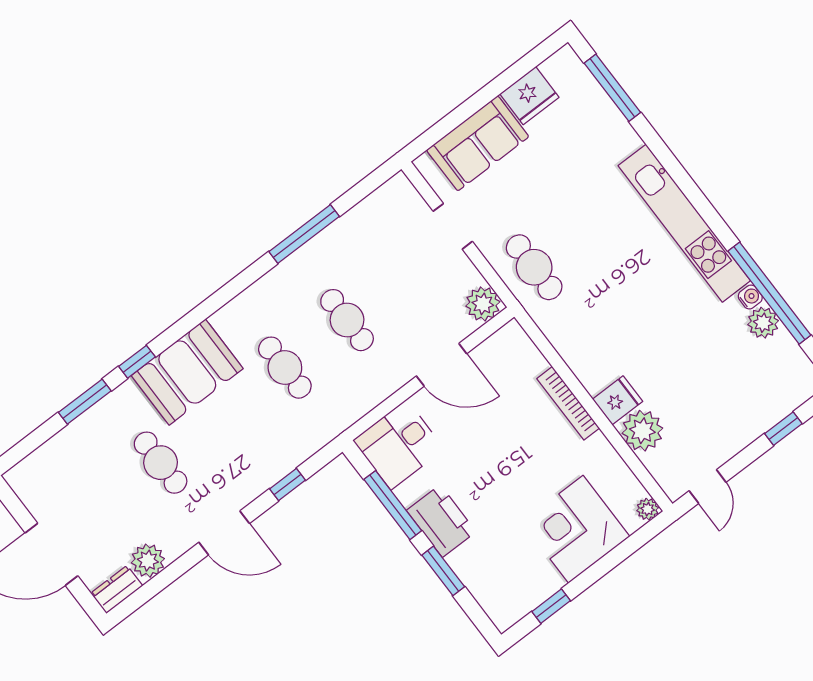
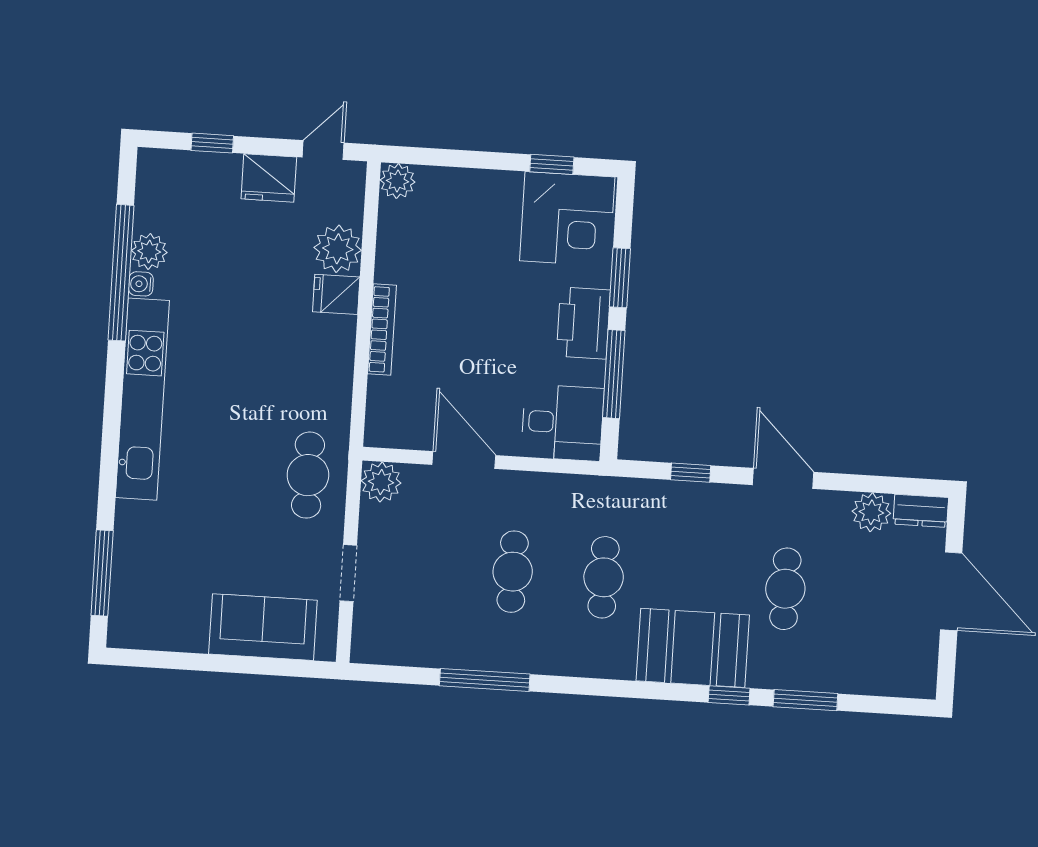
fridge: (529, 96) -> (269, 178), moved, turned 180
plant: (648, 509) -> (398, 181), width x1.38, depth x1.38
corner desk: (576, 529) -> (567, 219), moved

